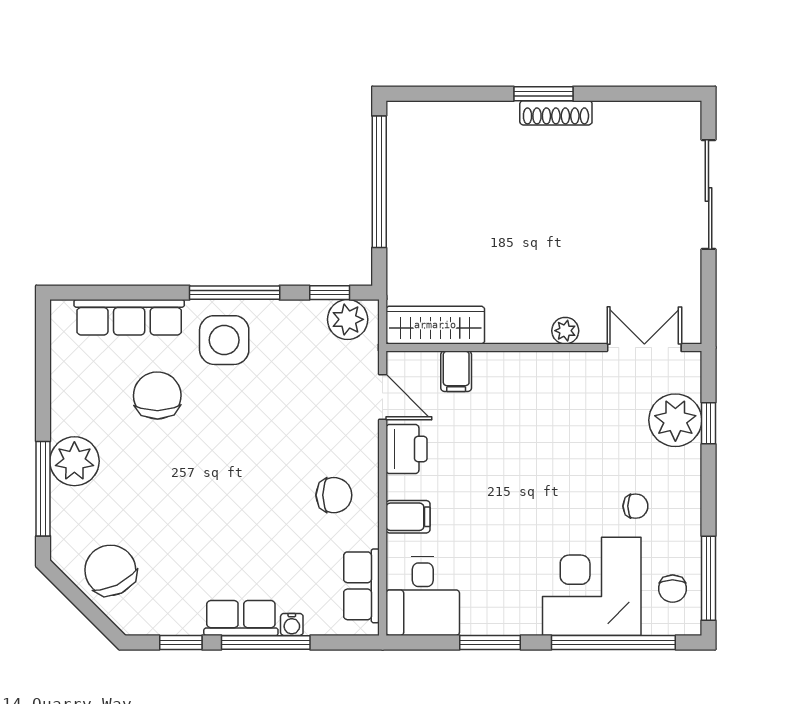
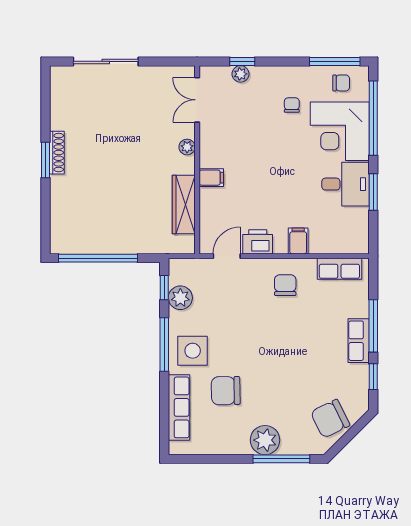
plant: (348, 319) -> (180, 298), moved
wardrobe: (435, 325) -> (184, 204), moved
filing cabinet: (456, 371) -> (211, 178), moved
plant: (675, 420) -> (241, 74), width x0.53, depth x0.53
desk: (423, 596) -> (346, 184), moved
water cooler: (292, 624) -> (362, 310), removed

